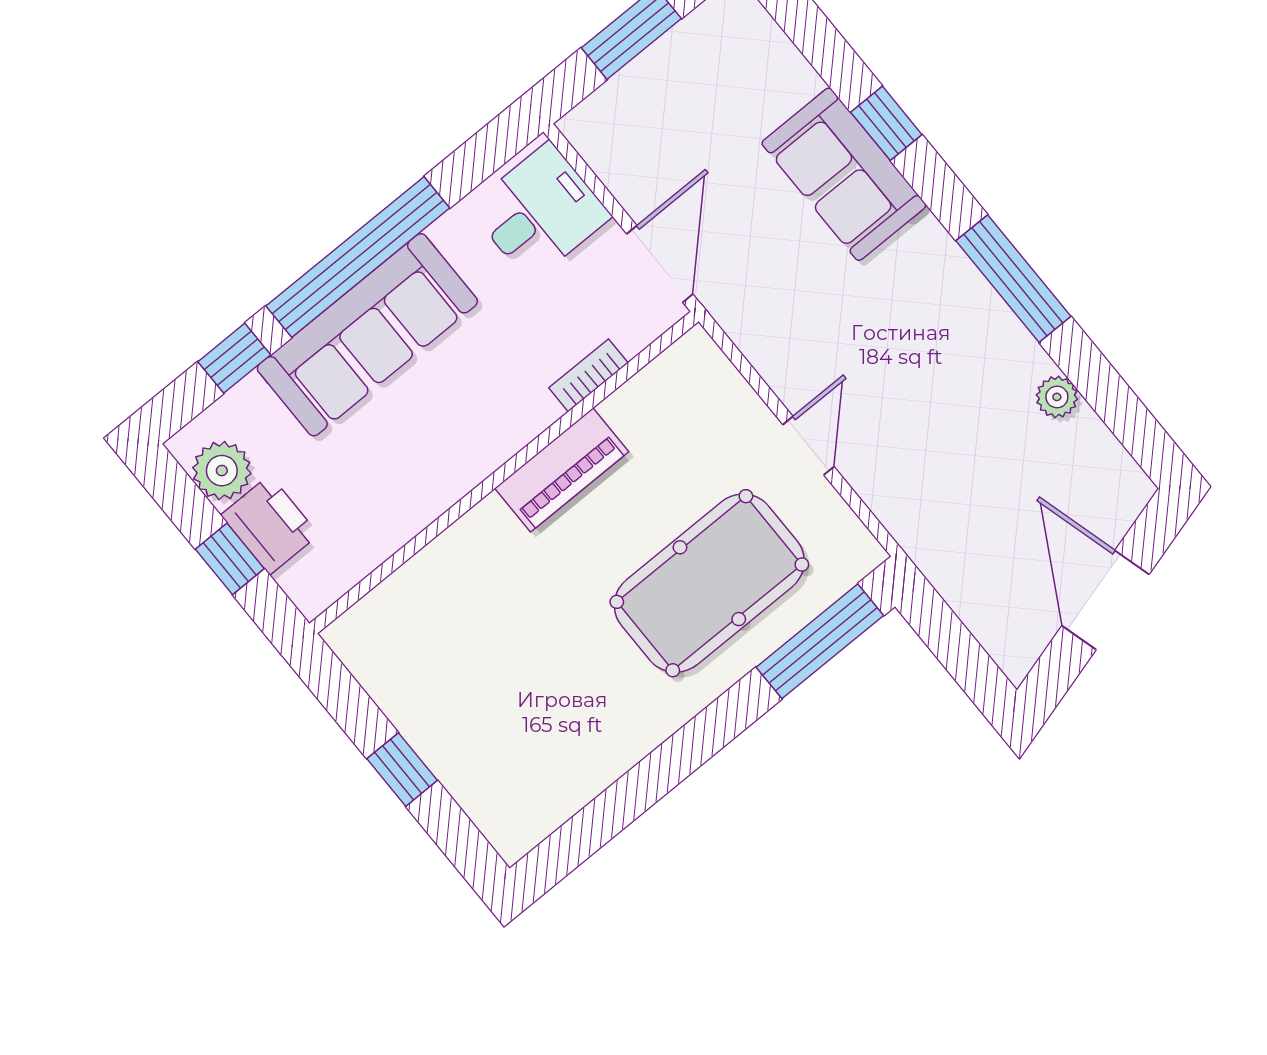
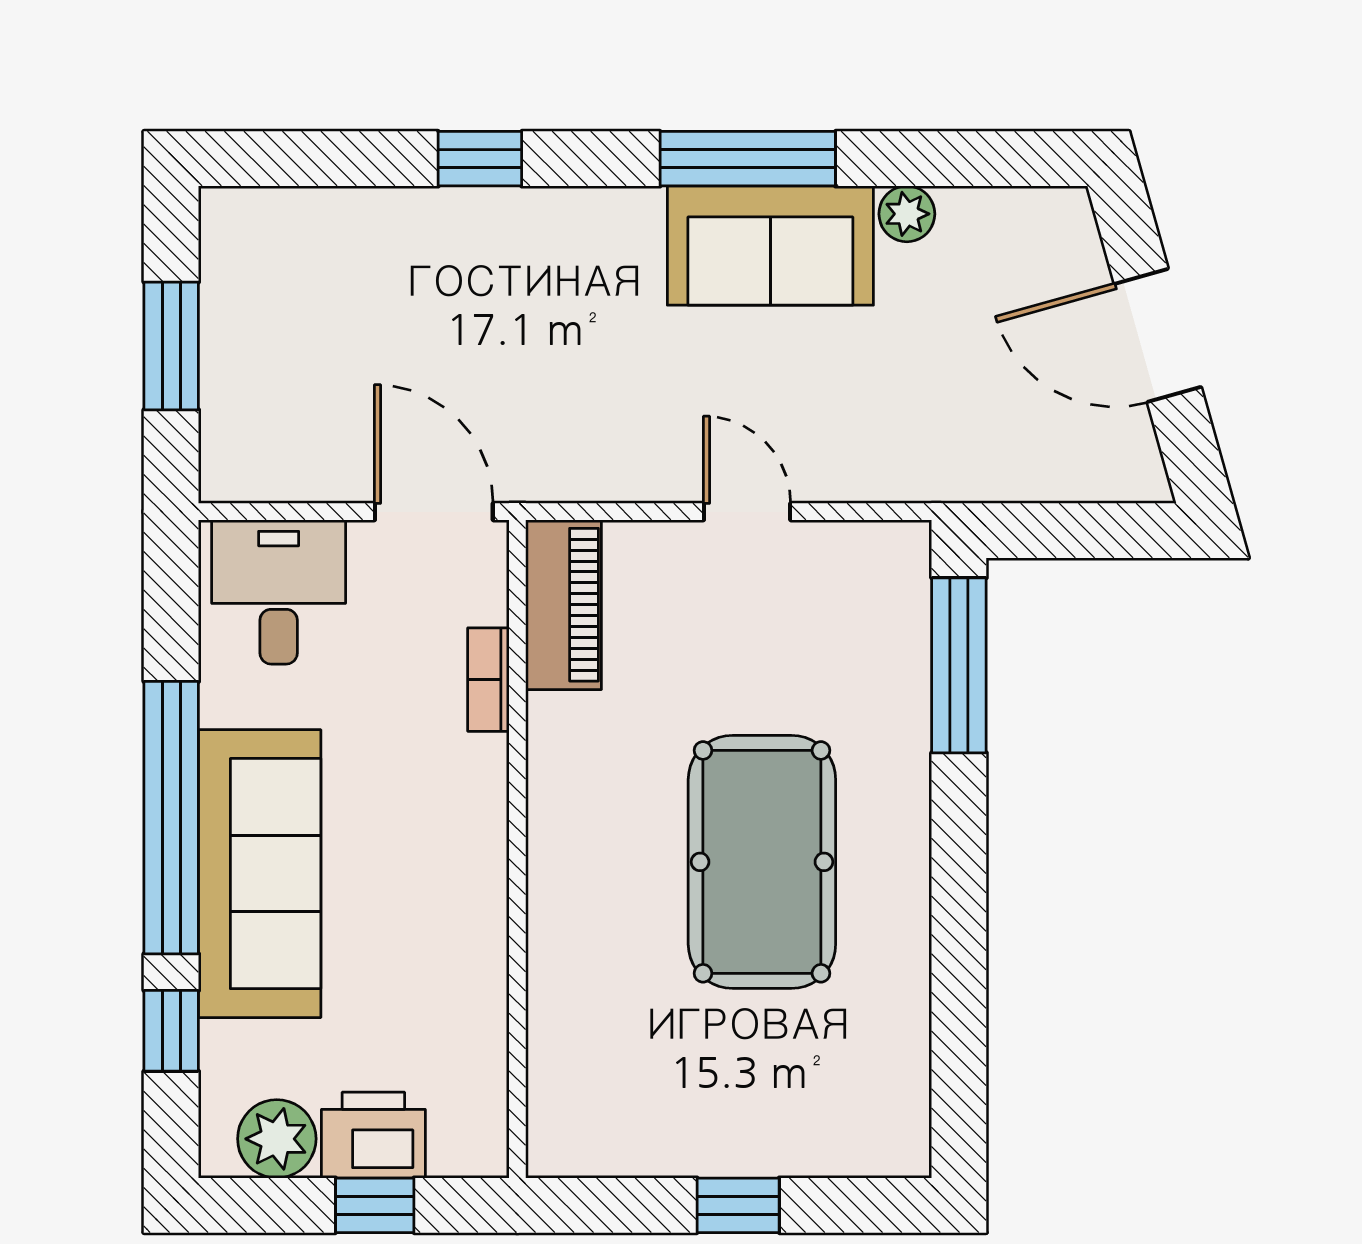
sofa: (844, 174) -> (770, 246), moved
piano: (562, 470) -> (563, 605), moved
pool table: (709, 583) -> (762, 862), moved

